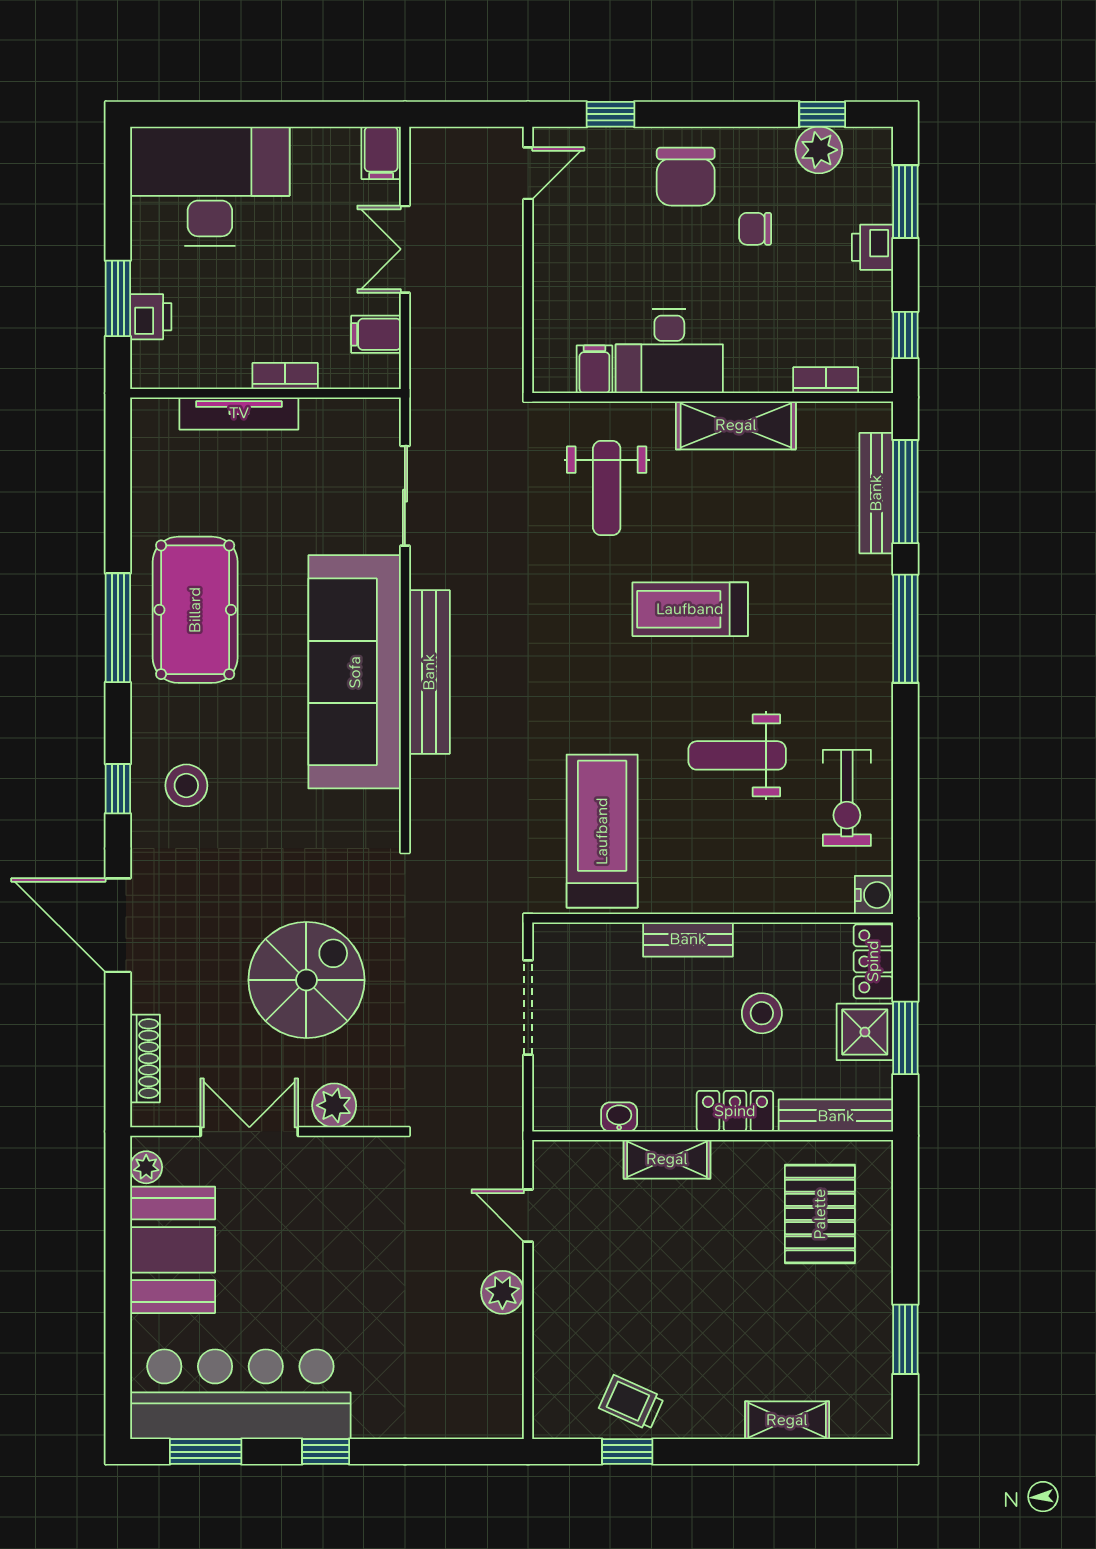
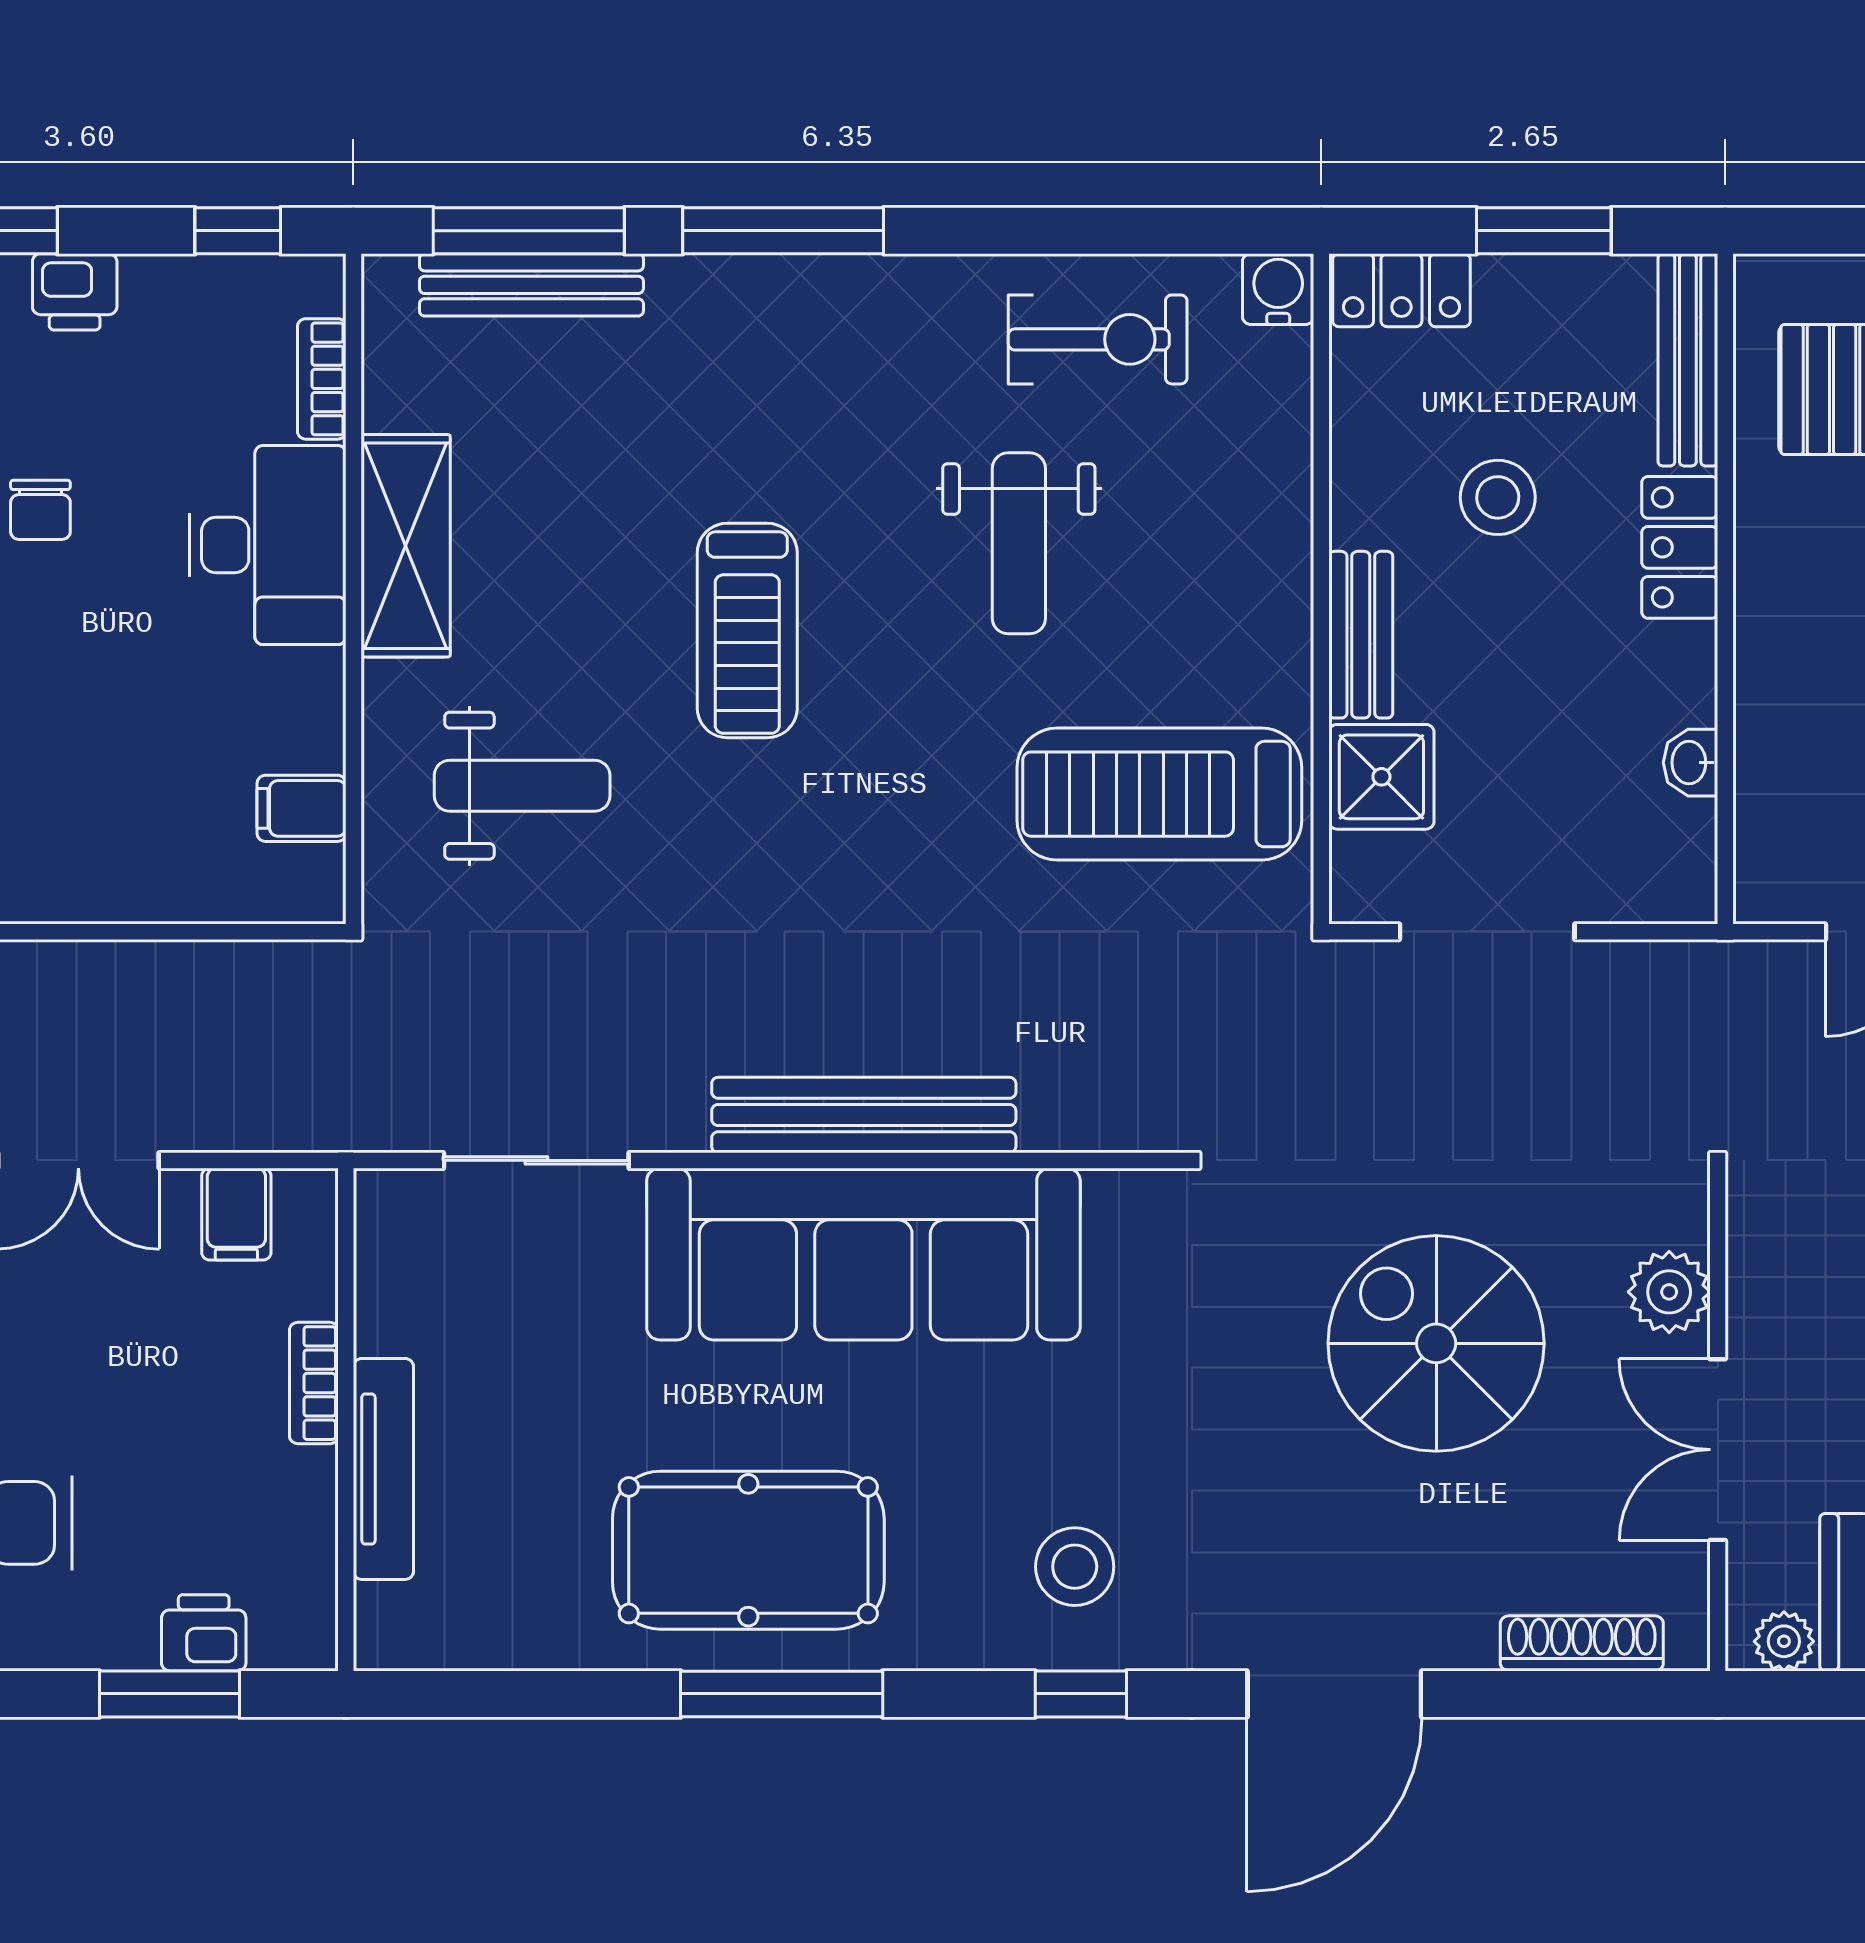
desk: (669, 351) -> (268, 545), moved
shower: (865, 1032) -> (1381, 777), moved
shelving: (667, 1159) -> (1769, 674), removed

